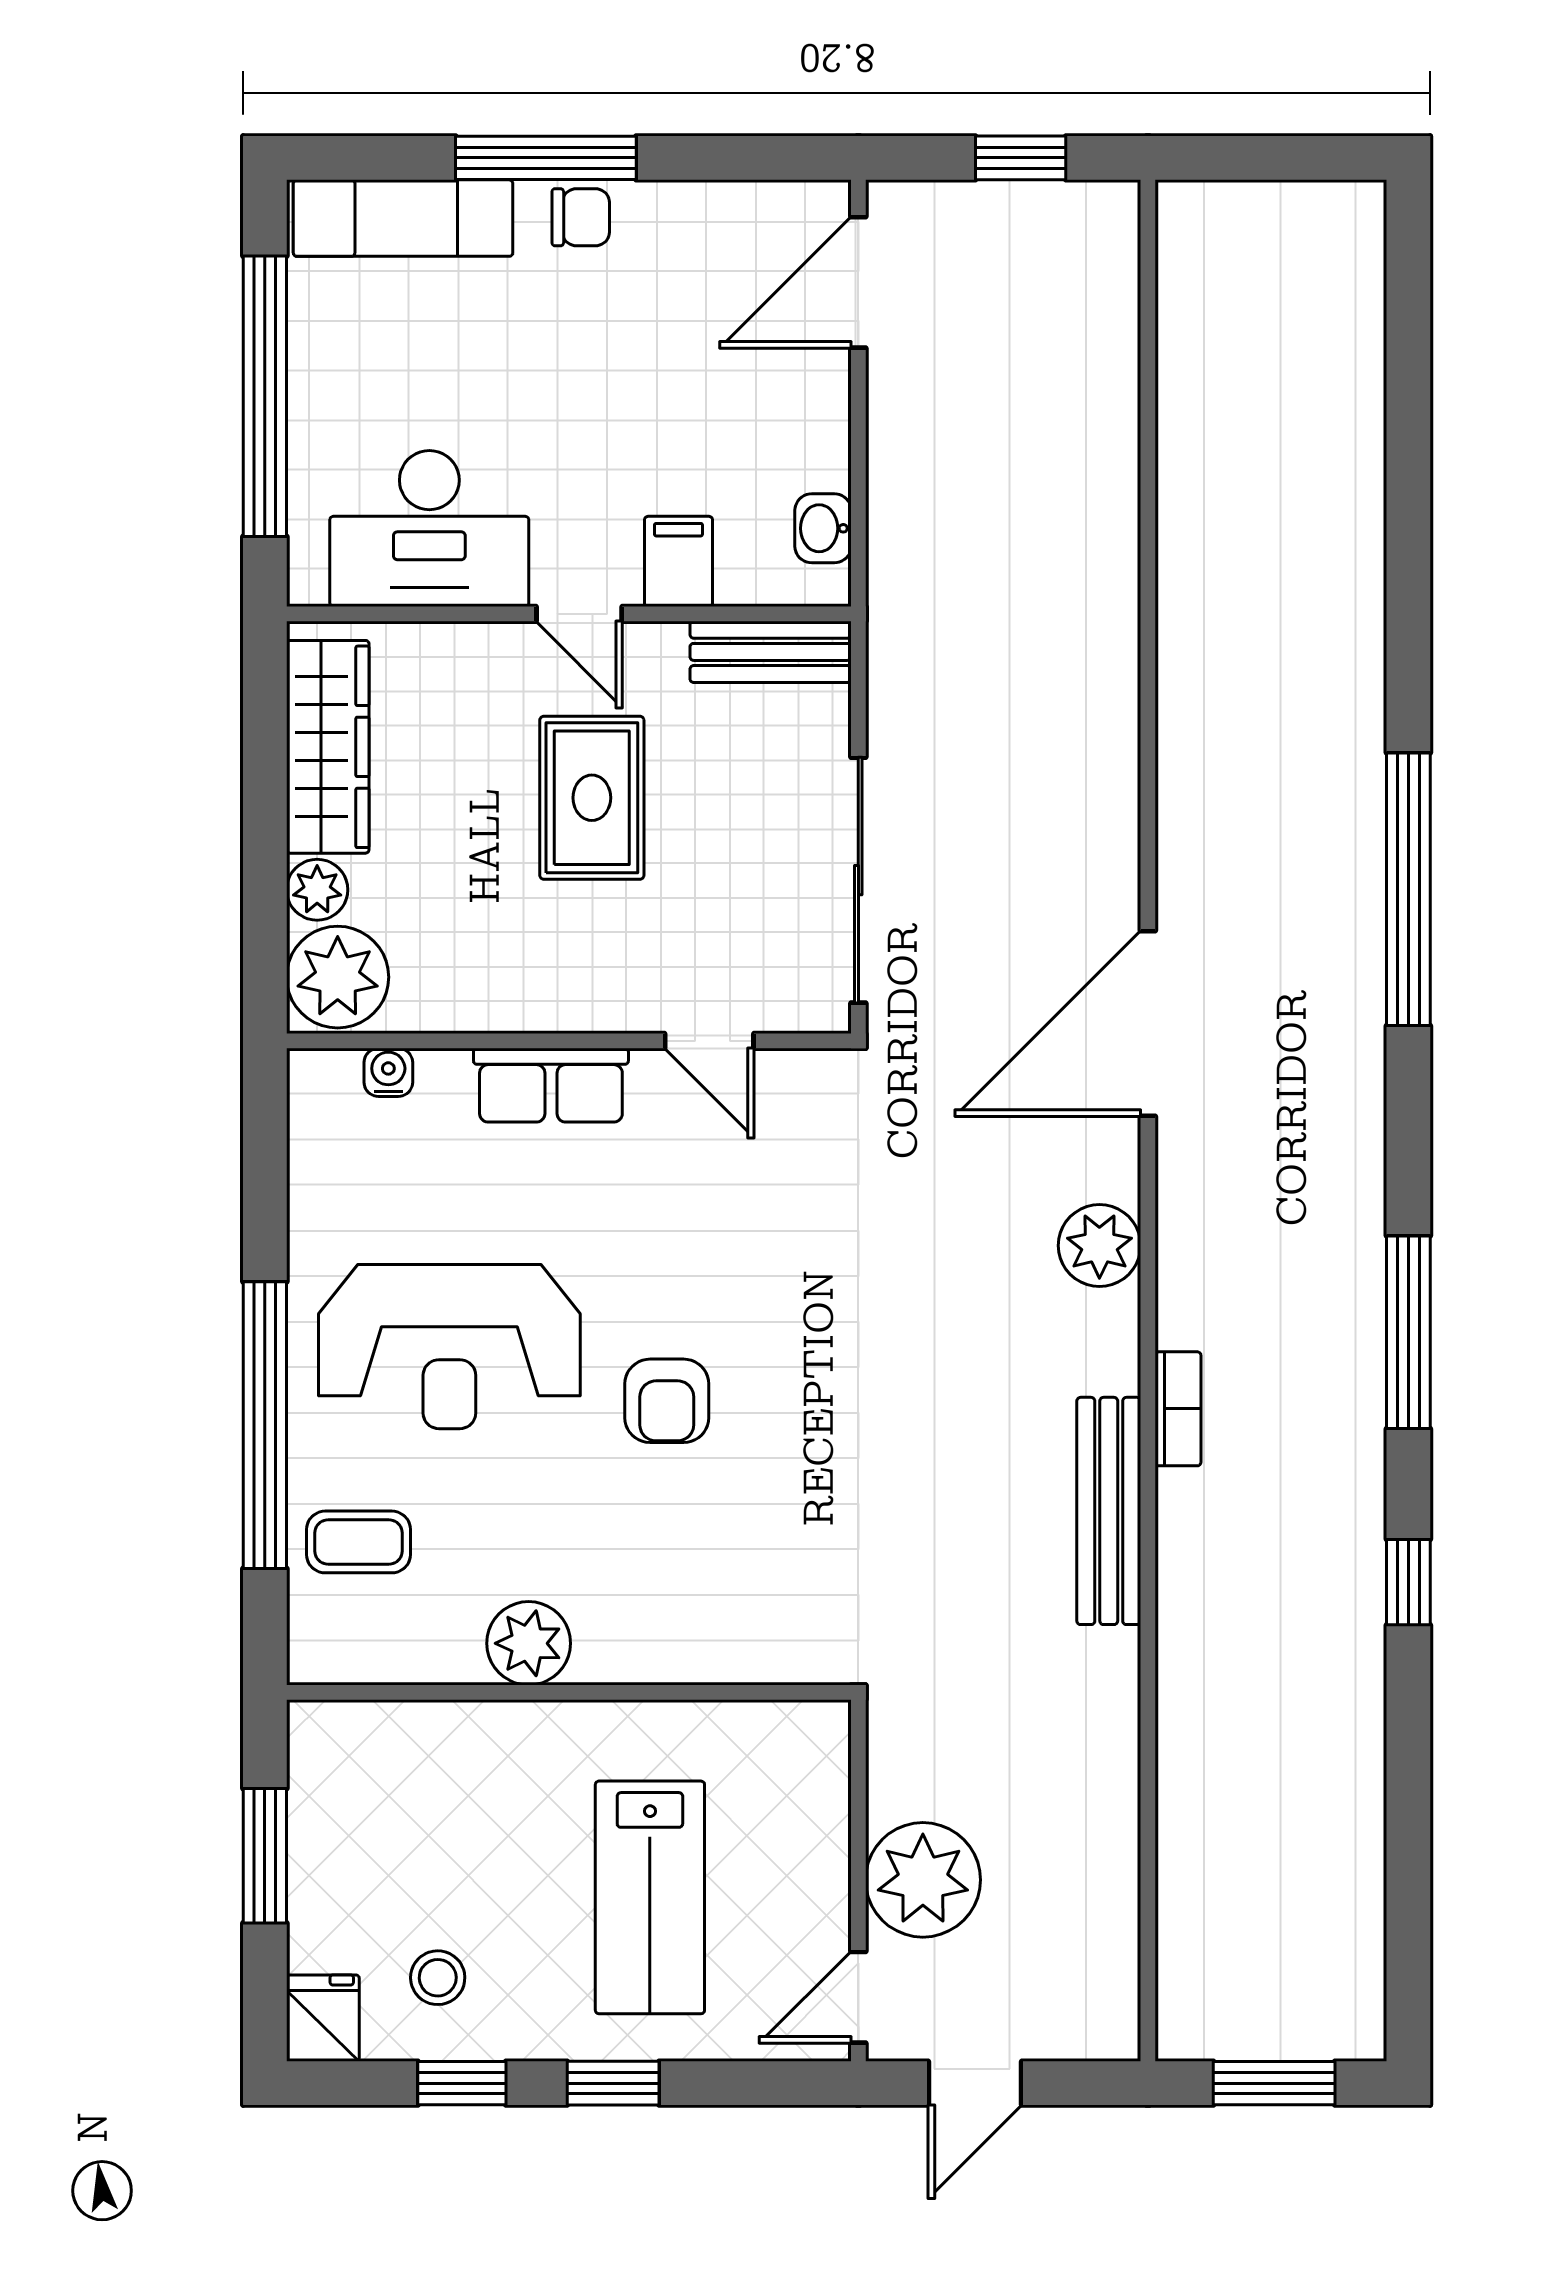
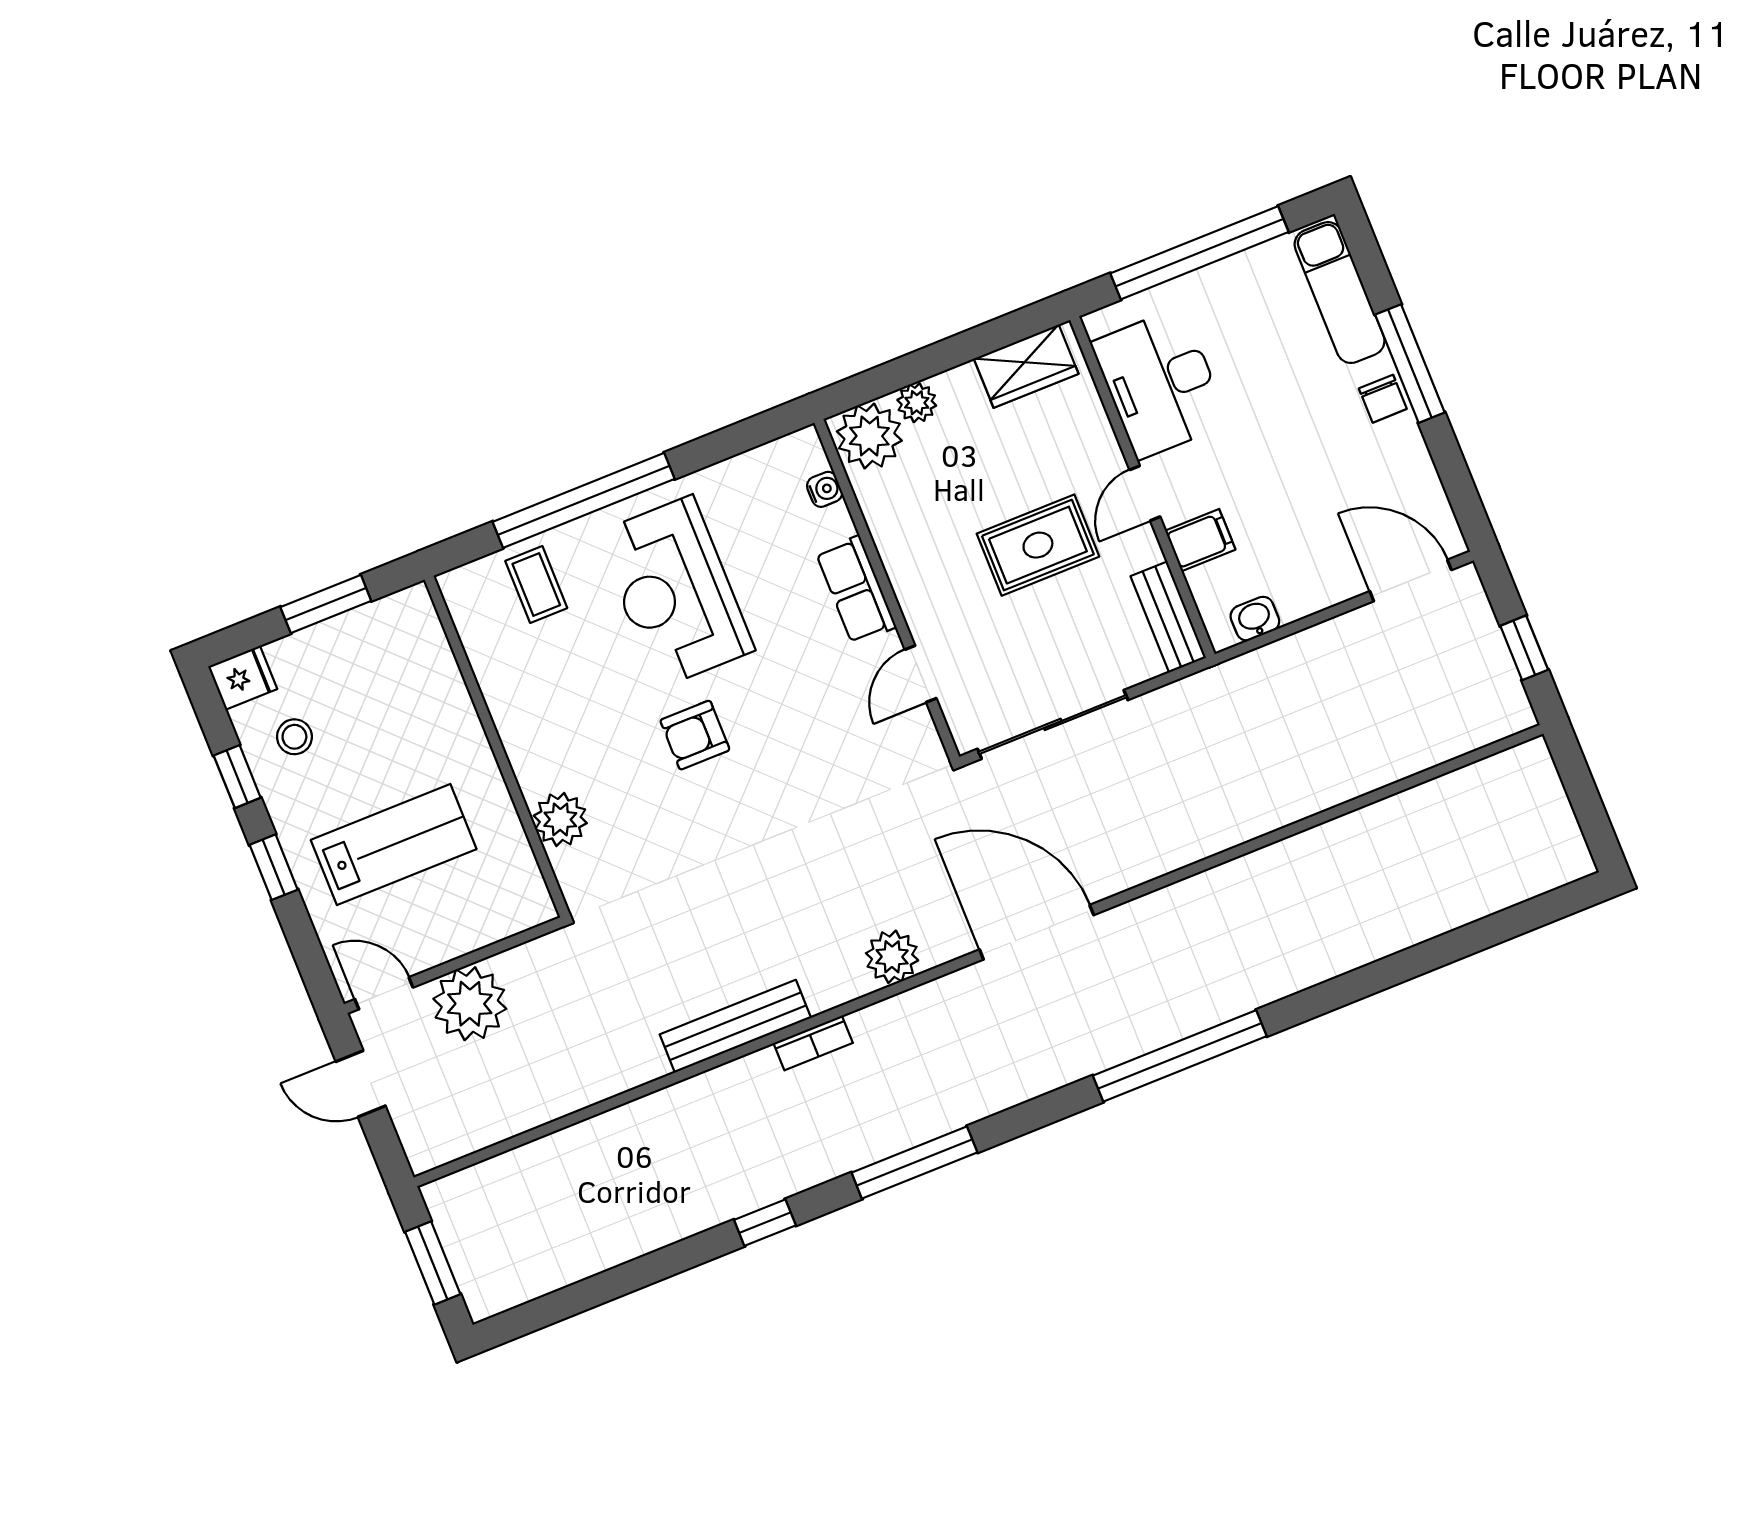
wardrobe: (328, 747) -> (1026, 366), width x0.67
plant: (529, 1643) -> (560, 819), moved
lab bench: (650, 1897) -> (394, 845), turned 180

